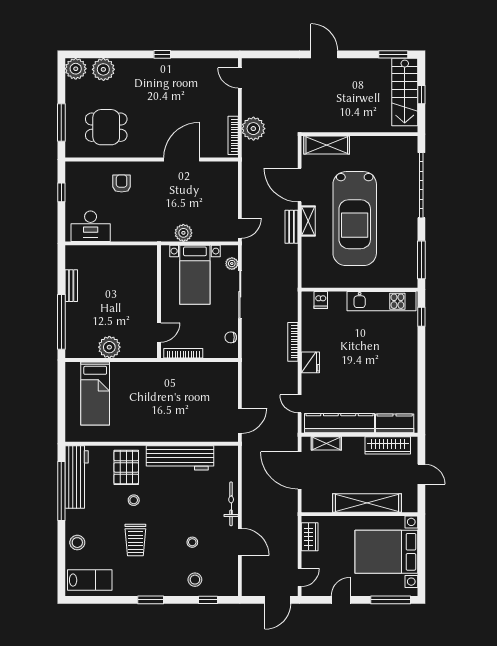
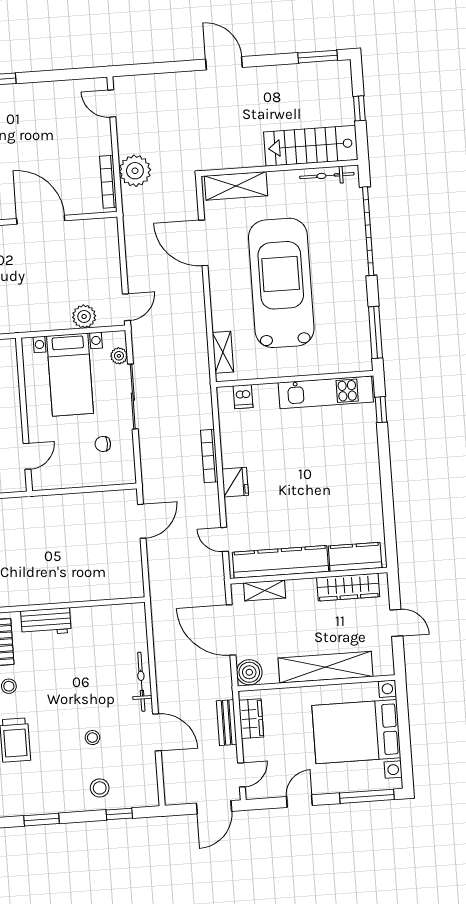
stairs: (405, 92) -> (311, 146), moved, turned 90
bicycle: (394, 142) -> (327, 176), added
door: (182, 160) -> (41, 220), hinge flipped
car: (355, 219) -> (281, 283), turned 180
shelving: (308, 221) -> (223, 352), moved
bench: (292, 227) -> (227, 723), moved
plant: (183, 233) -> (84, 316), moved
chair: (231, 337) -> (103, 444), moved
bookcase: (183, 353) -> (62, 482), removed
door: (240, 421) -> (142, 521), moved
workbench: (180, 458) -> (46, 622), width x0.53, depth x0.76
boiler: (311, 503) -> (249, 672), added

